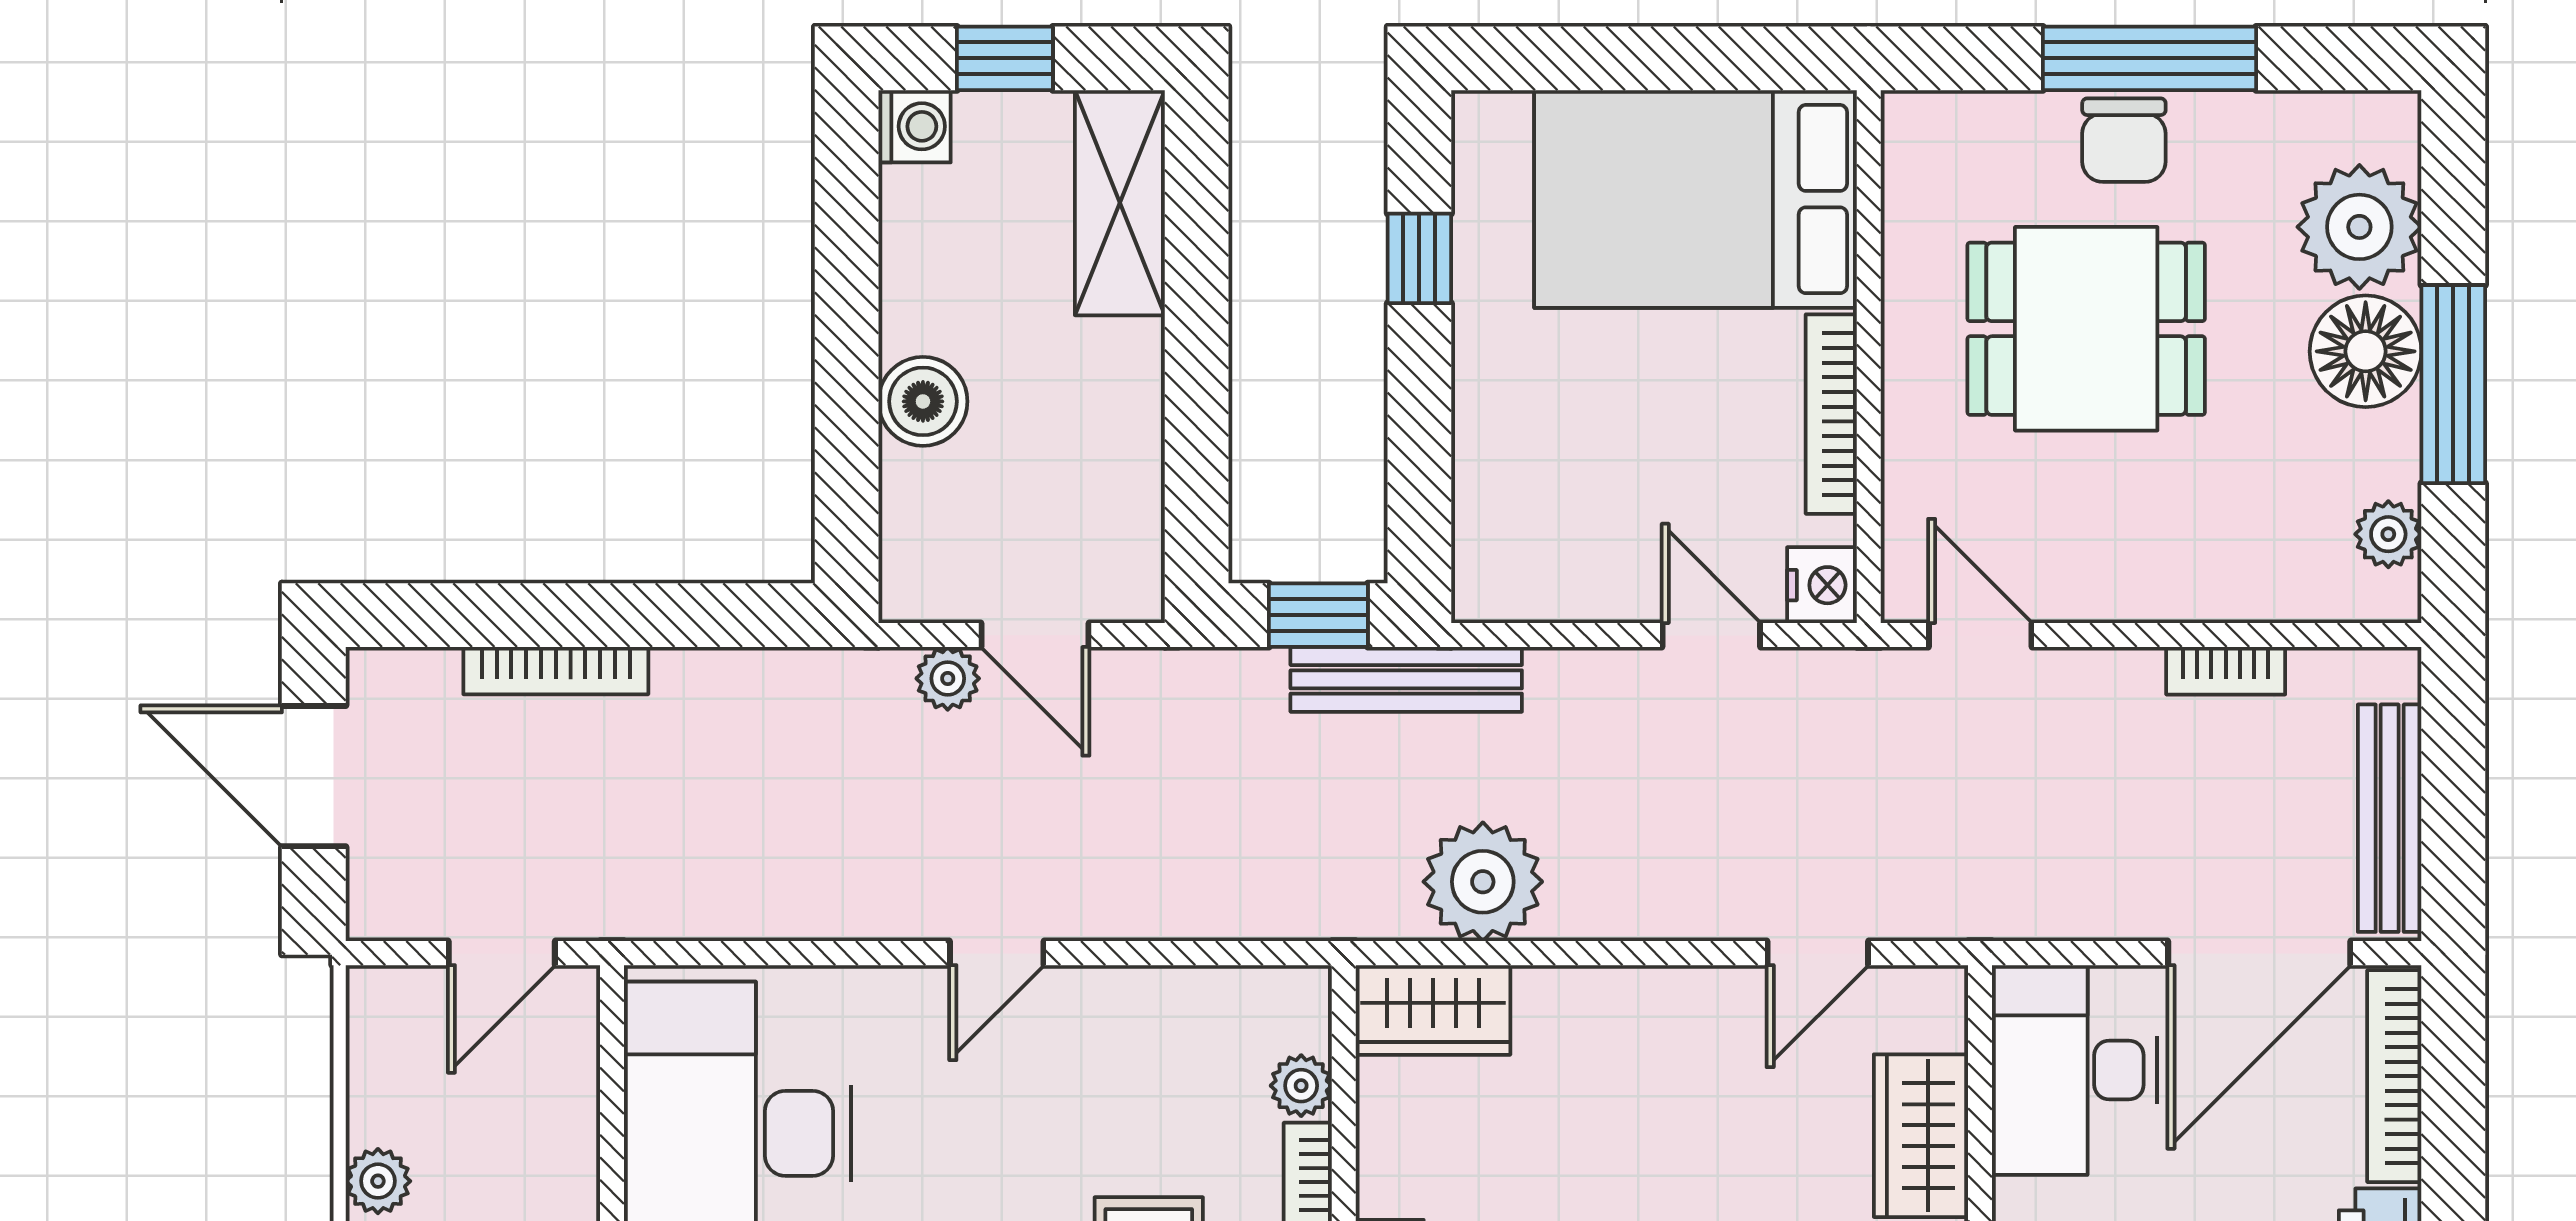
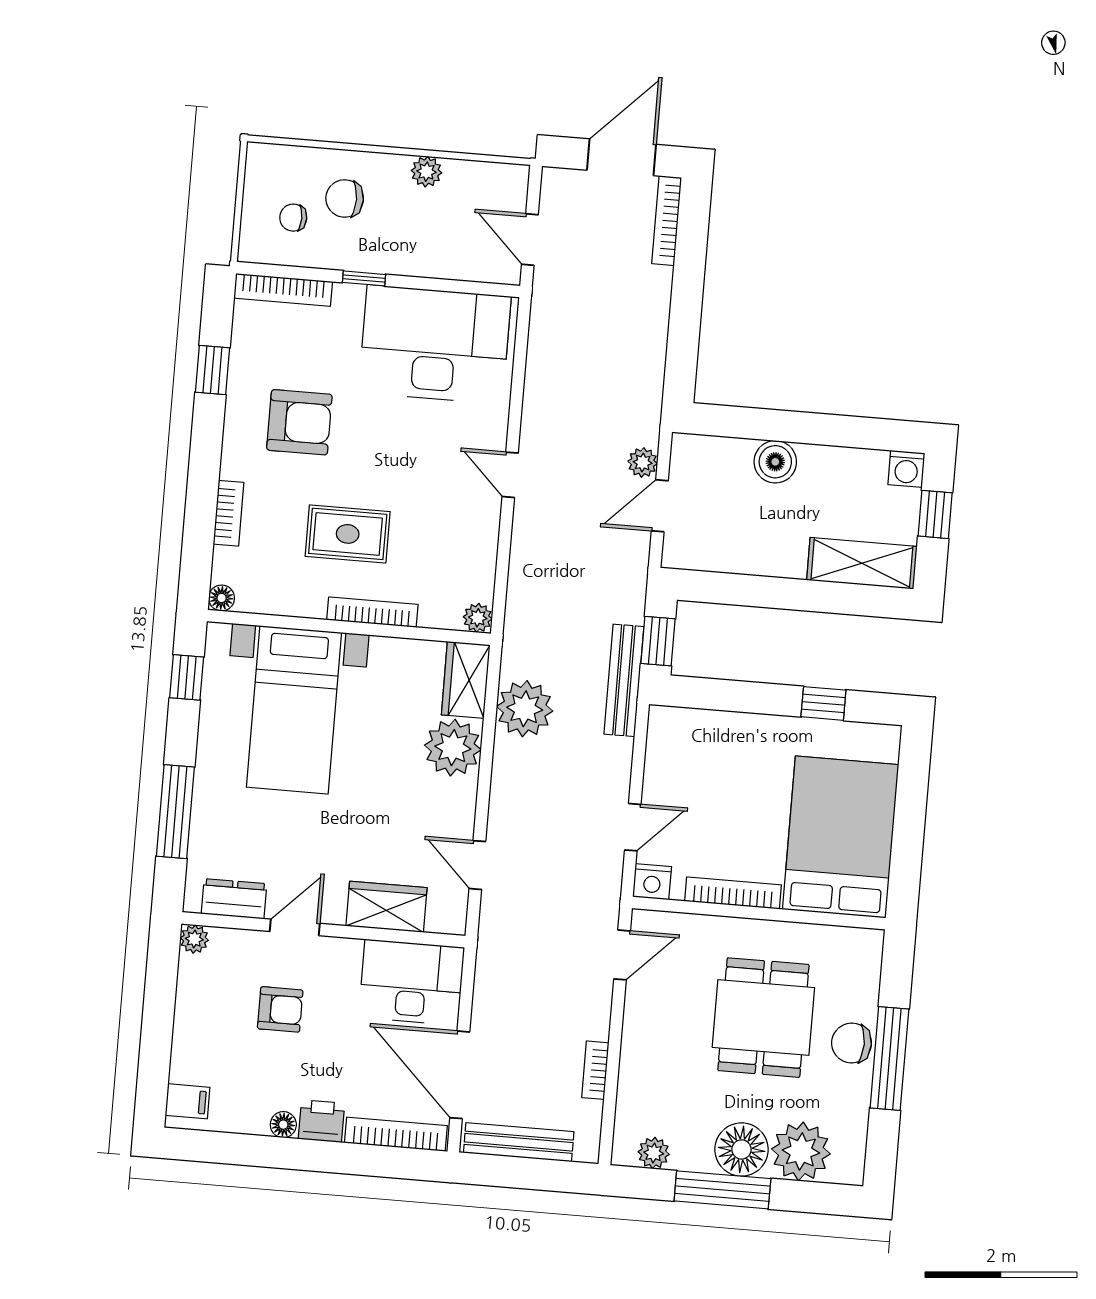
bookcase: (556, 671) -> (667, 221), moved
plant: (1577, 1025) -> (453, 748), added
plant: (1301, 1086) -> (478, 618), moved

